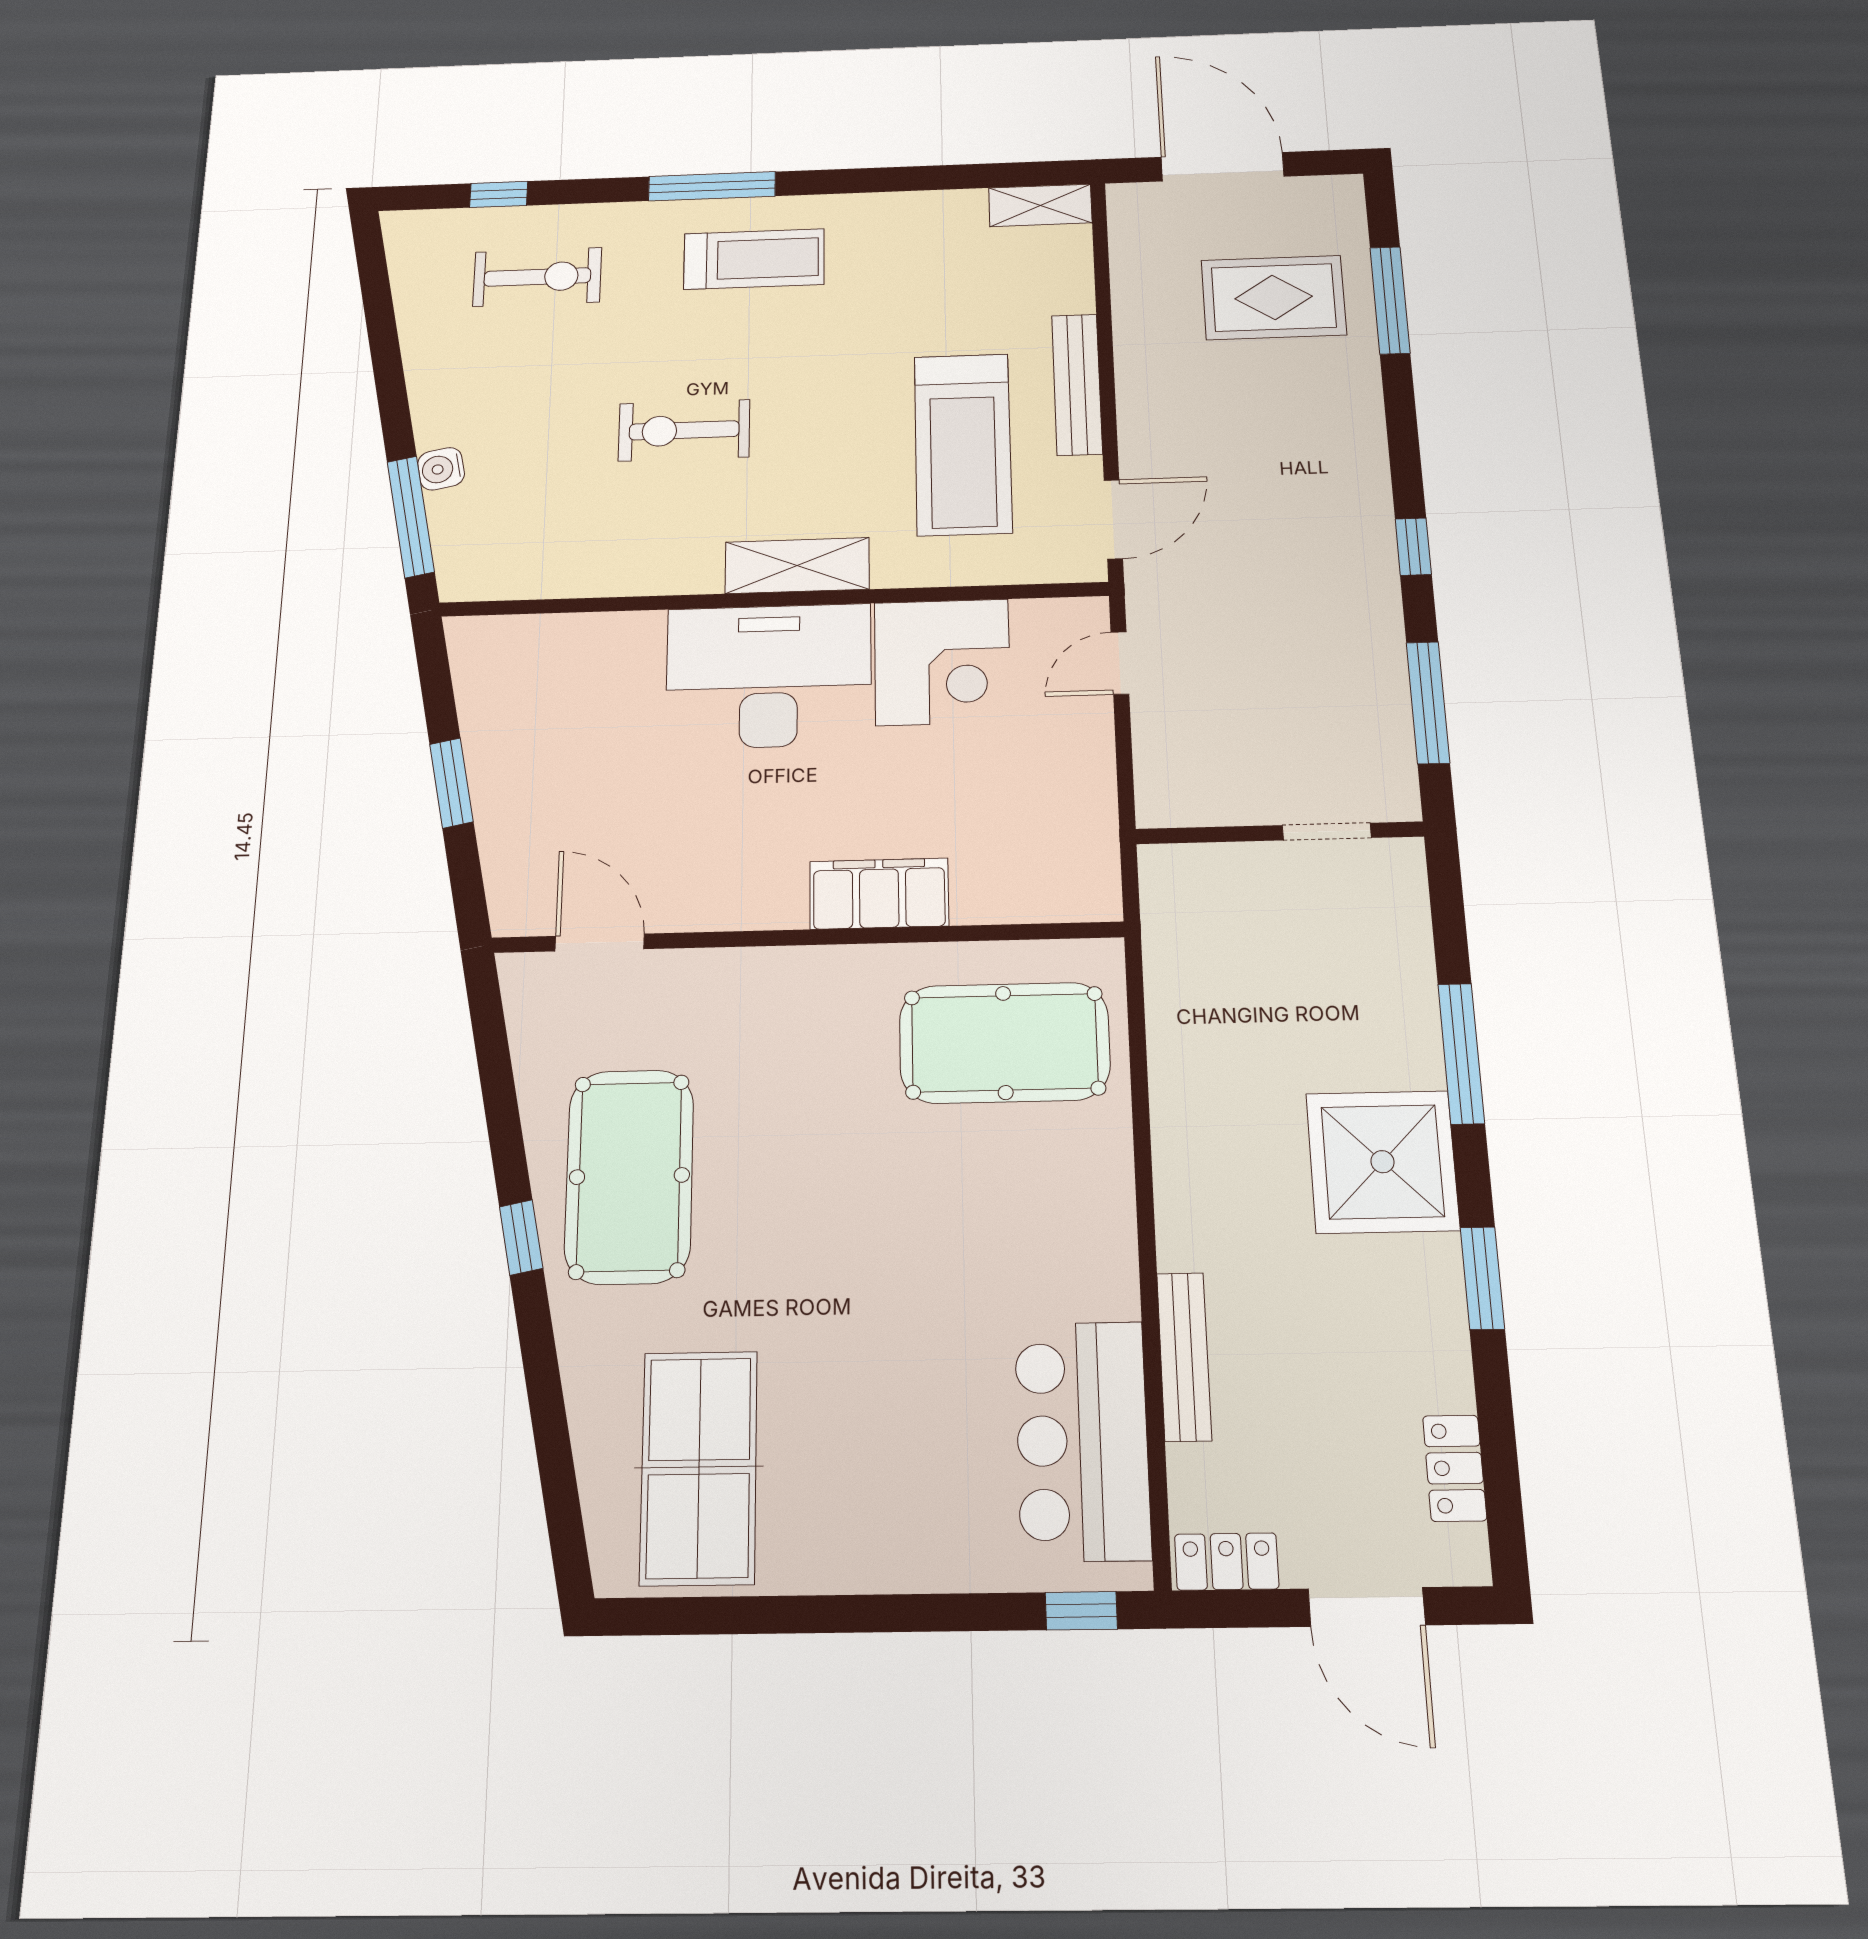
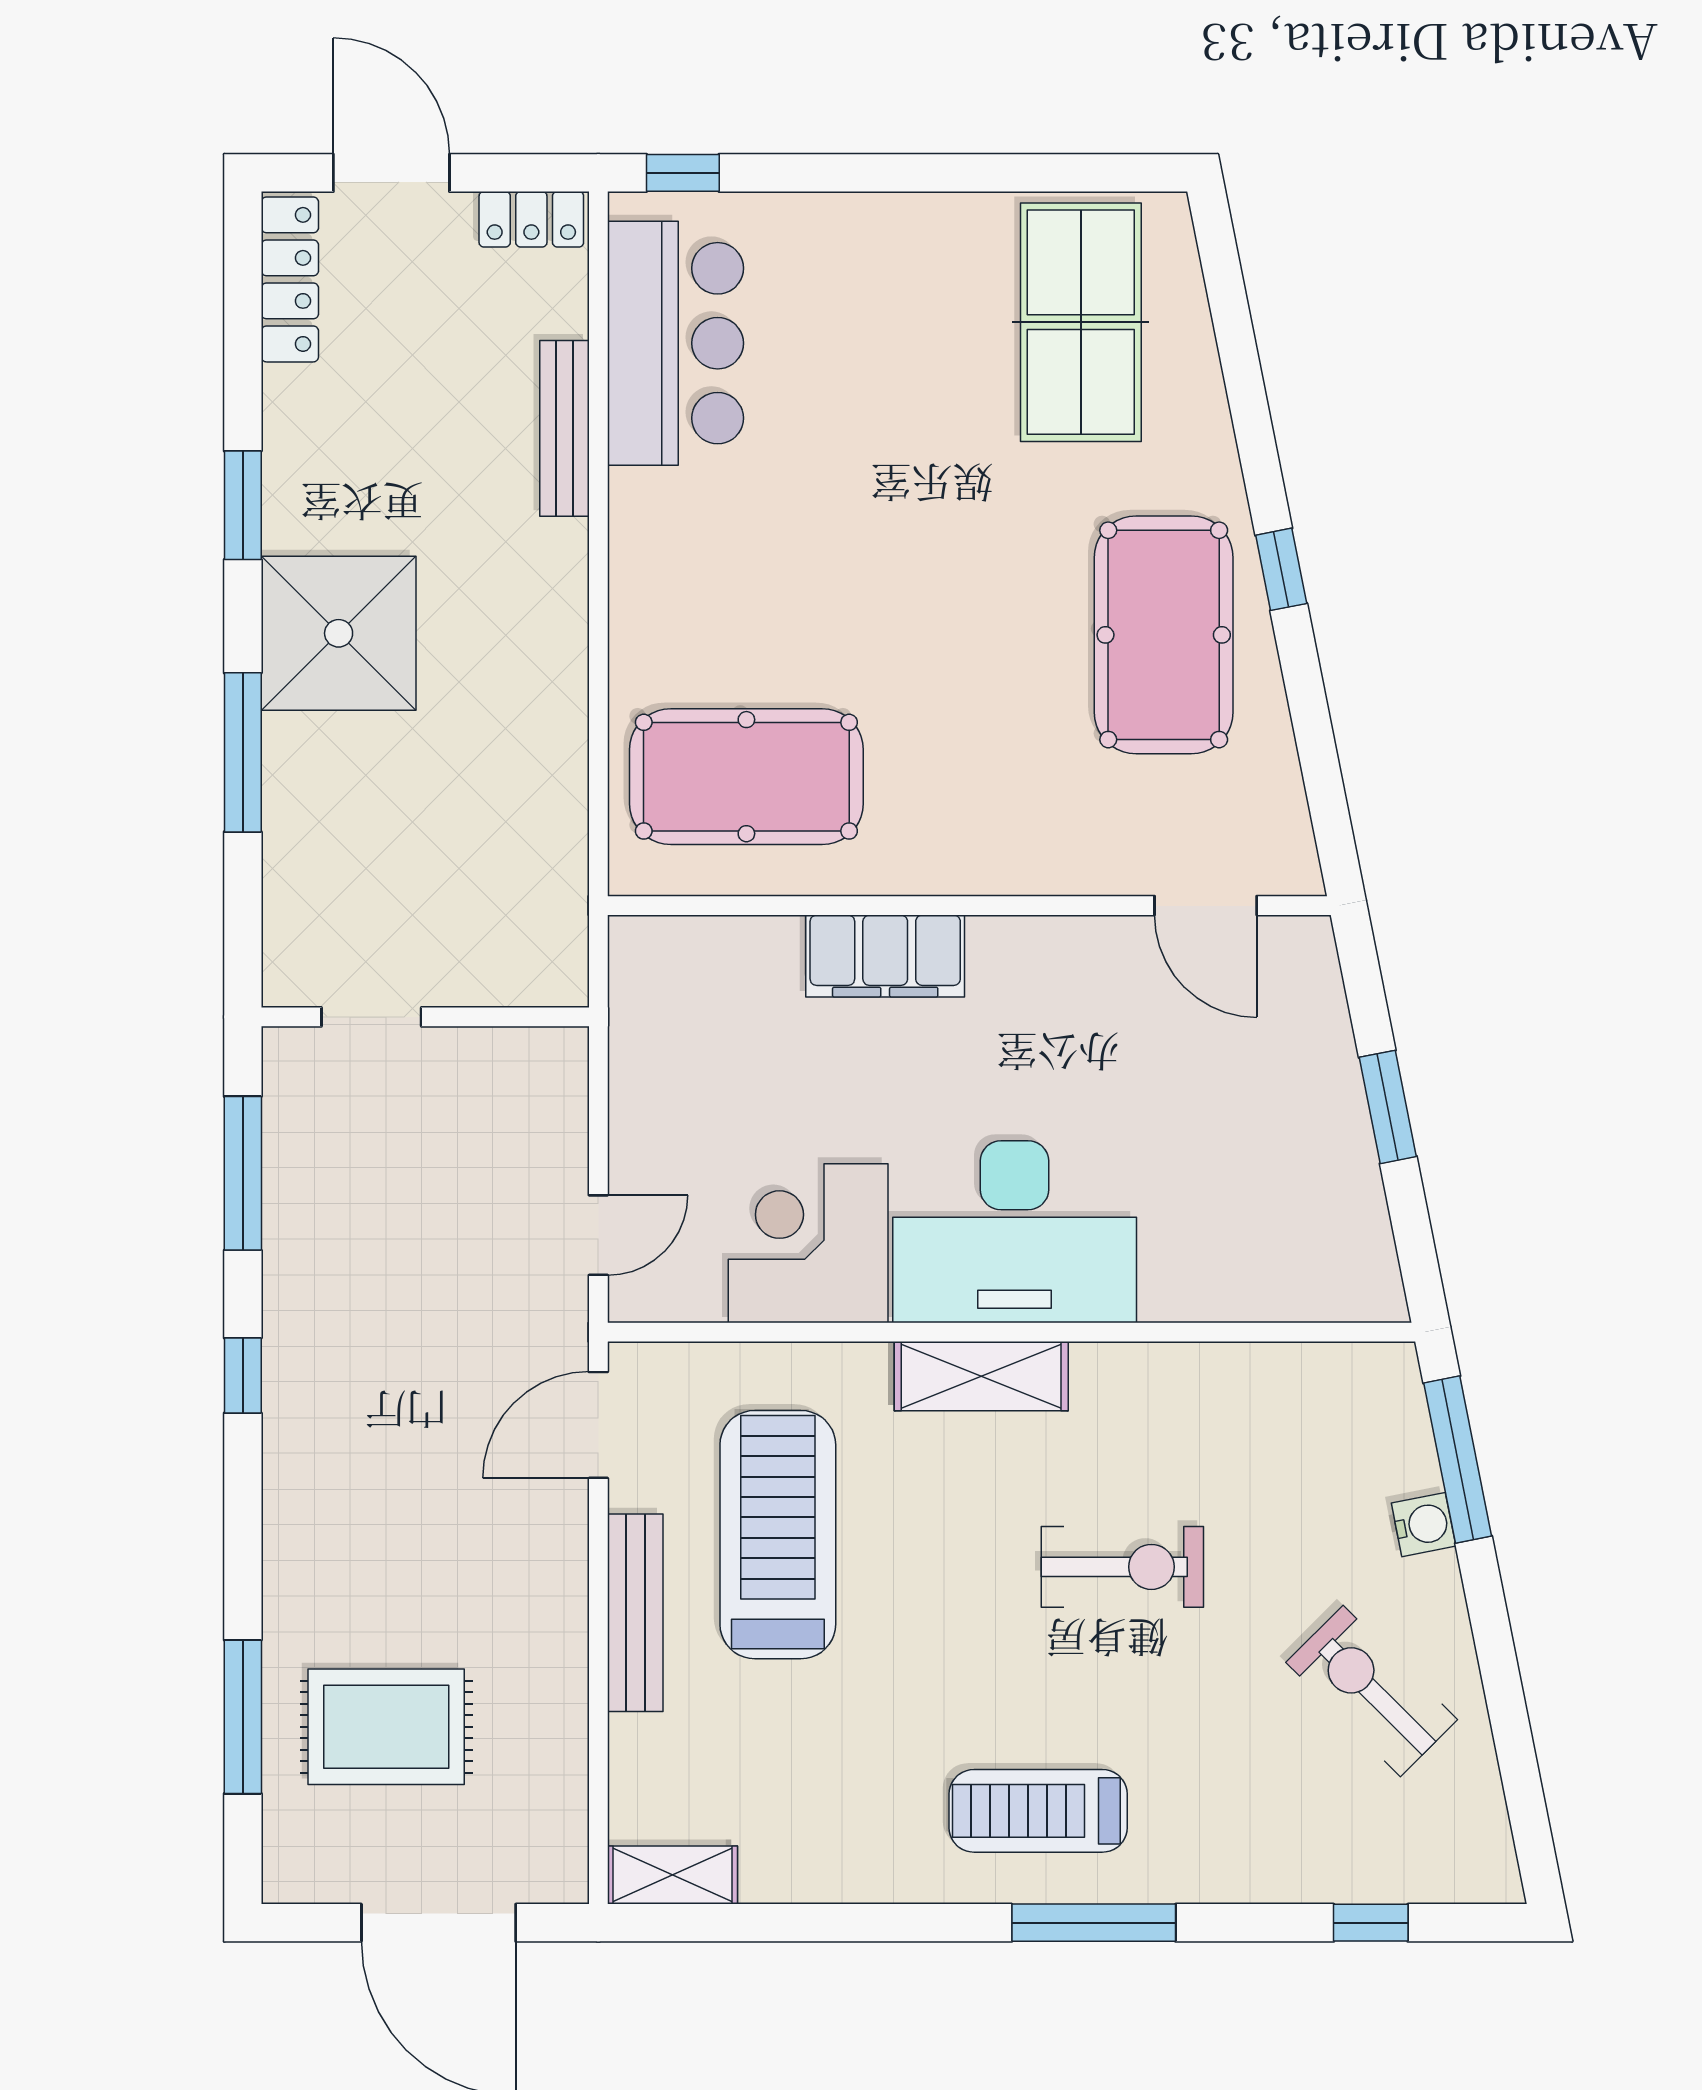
exercise bike: (537, 277) -> (1372, 1691), moved, turned 45
locker: (1455, 1468) -> (290, 279), width x1.53

